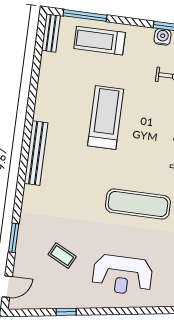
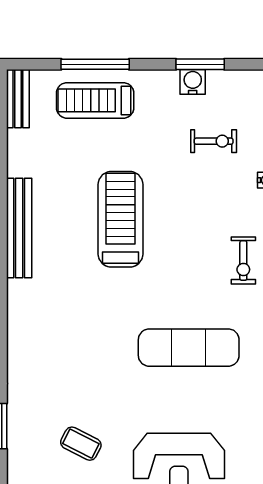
window: (85, 15) -> (95, 64), moved
bench: (36, 153) -> (19, 228), moved

